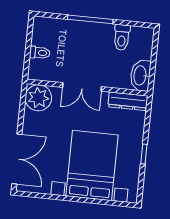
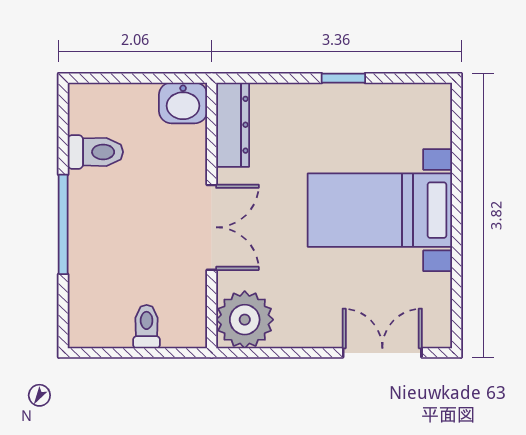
washbasin: (140, 75) -> (183, 103), width x0.72
double door: (17, 159) -> (382, 353), width x0.73
bed with nightstands: (92, 166) -> (380, 210), width x0.73

